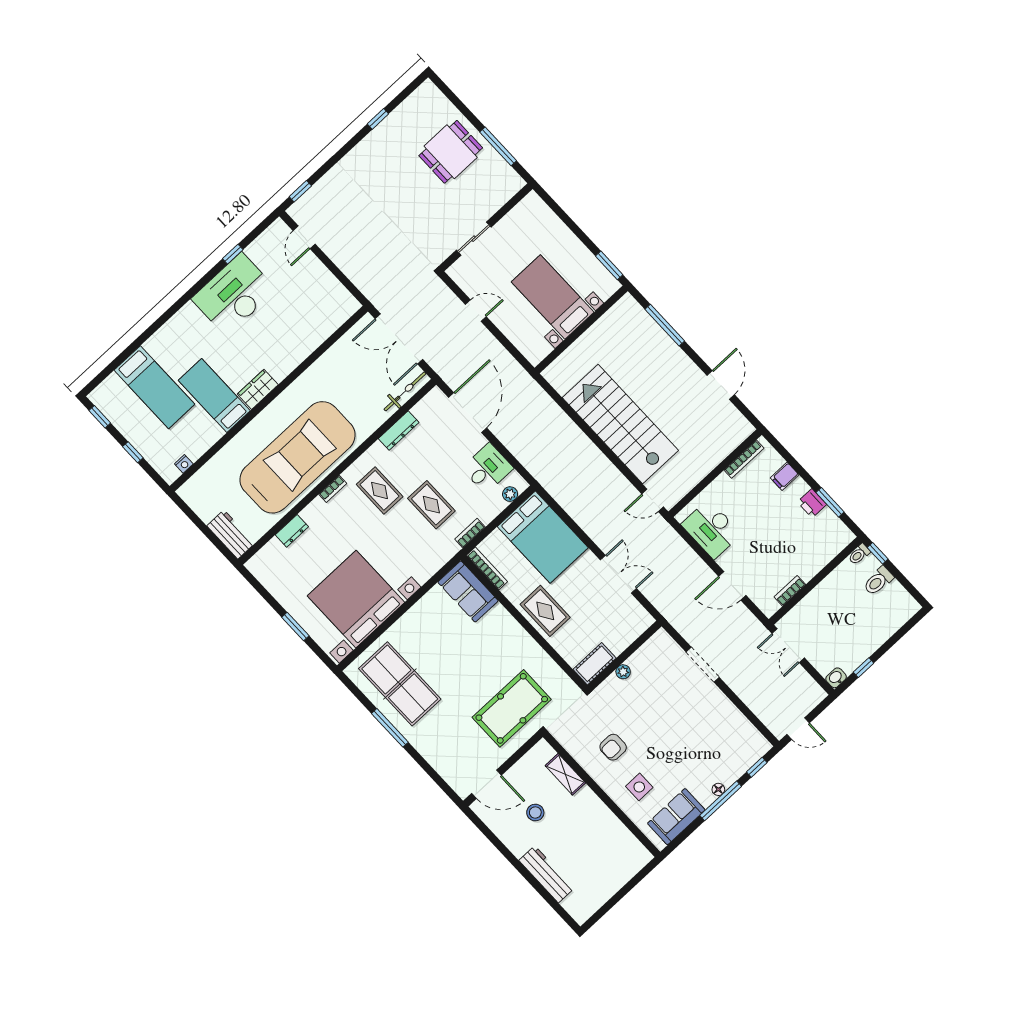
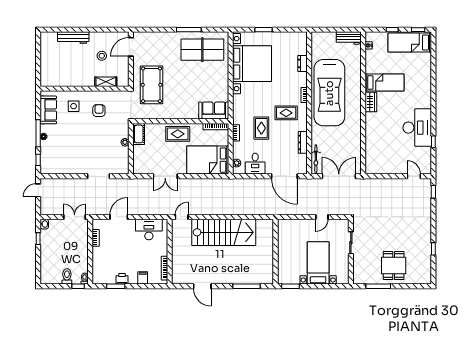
bed with nightstands: (553, 297) -> (318, 263), moved, turned -90
bed: (154, 387) -> (410, 42), moved
rug: (431, 505) -> (261, 128), turned 90
workbench: (231, 534) -> (349, 38), moved

